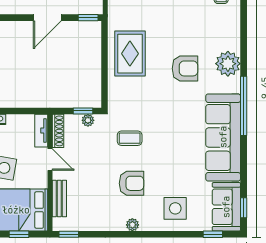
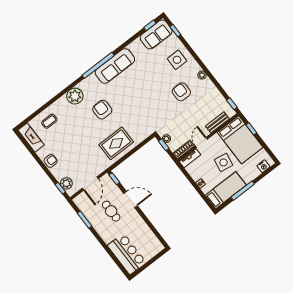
plant: (228, 64) -> (75, 96), moved
sofa: (223, 137) -> (115, 66), width x0.74, depth x0.79
coffee table: (130, 138) -> (159, 110), removed

